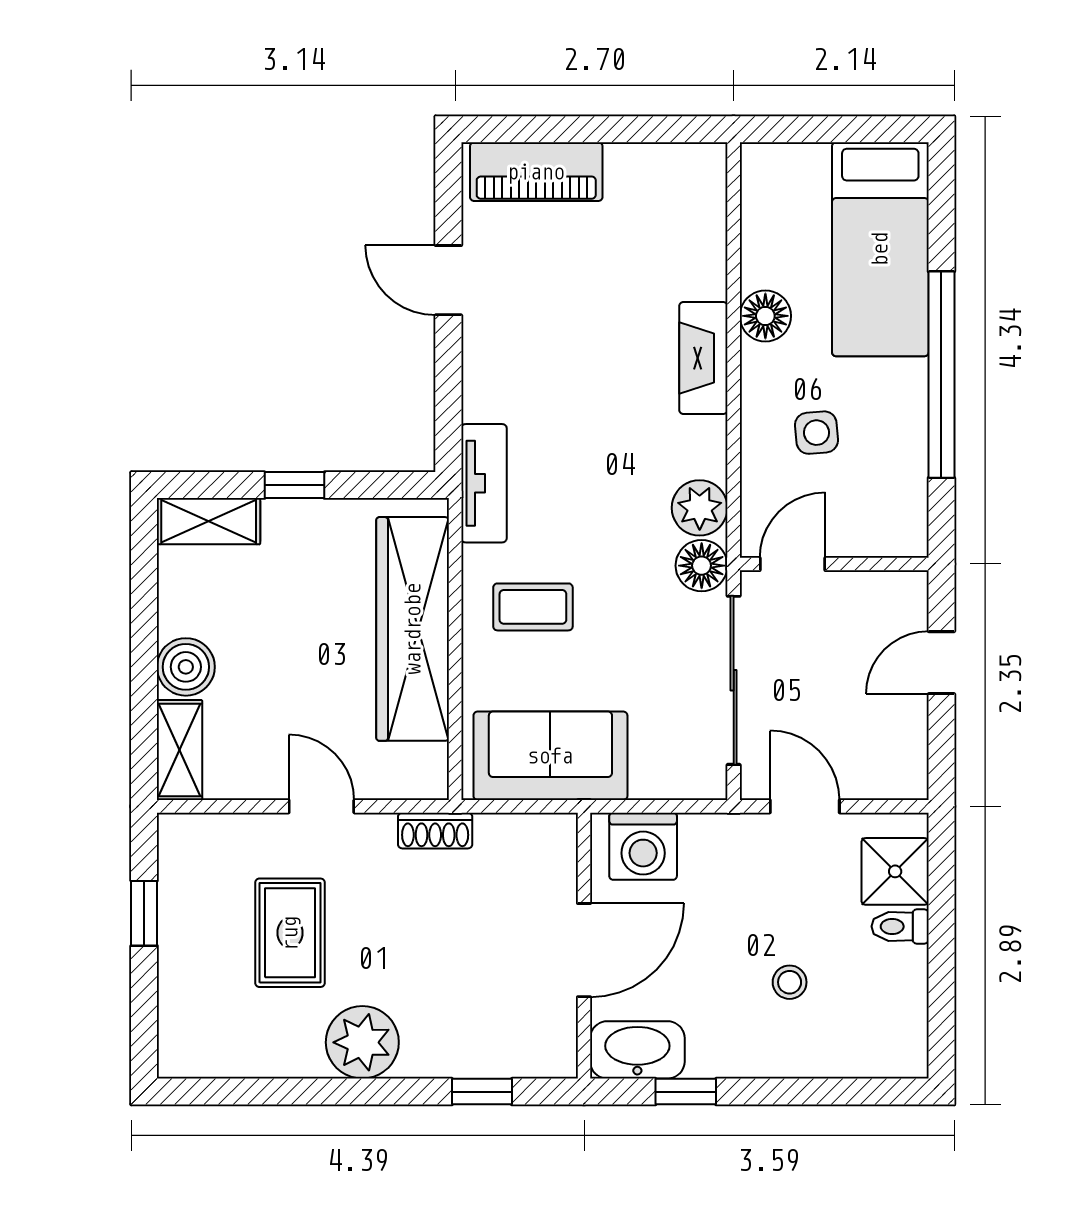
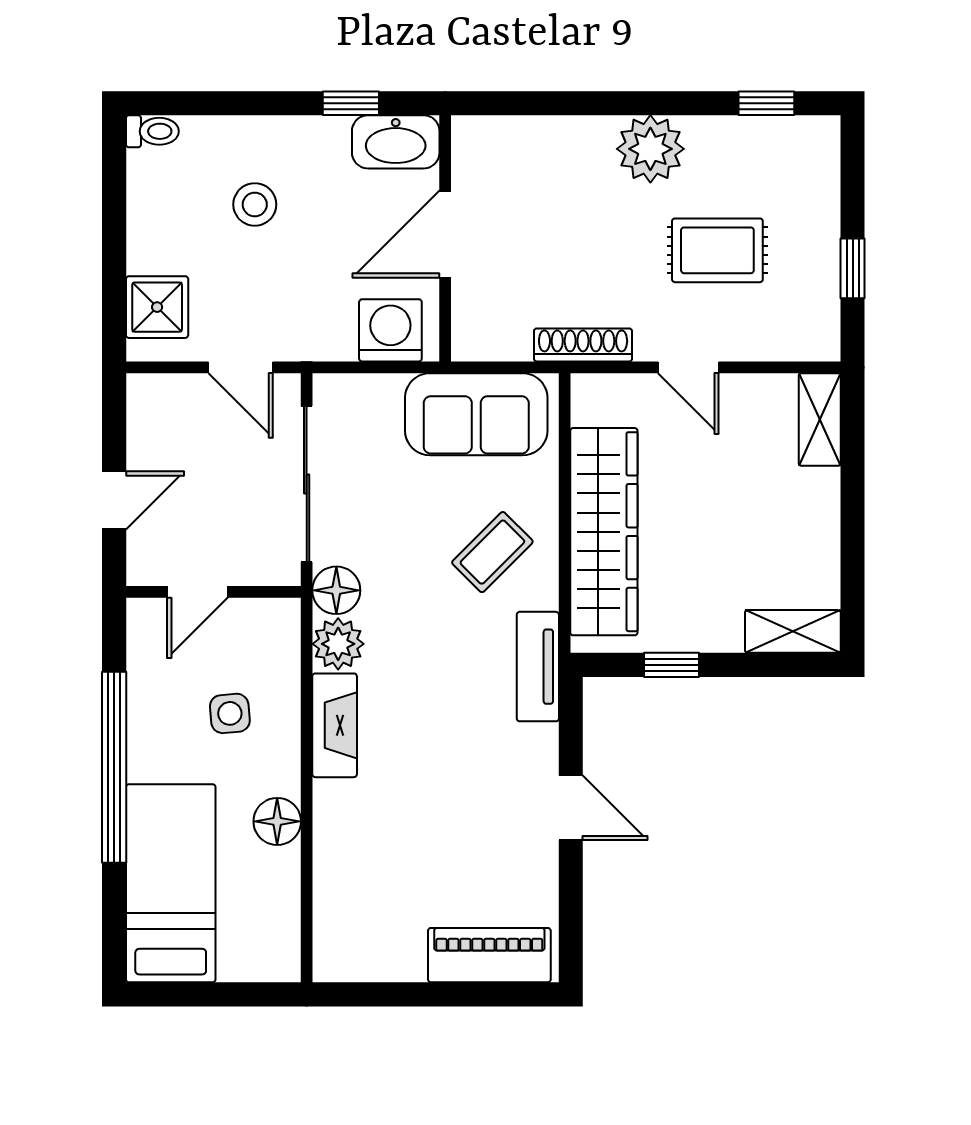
door: (448, 280) -> (571, 808), moved
fireplace: (703, 358) -> (335, 725), moved
window: (295, 485) -> (672, 665), moved
door: (792, 564) -> (197, 592), moved
coffee table: (533, 607) -> (492, 552), turned -45
boiler: (186, 667) -> (814, 496), removed
shoe rack: (435, 831) -> (583, 345), width x1.43
toilet: (900, 926) -> (152, 131), moved
rug: (290, 933) -> (717, 250), turned 90
stool: (790, 982) -> (255, 204), width x1.37, depth x1.37
window: (482, 1092) -> (766, 103), moved

